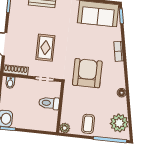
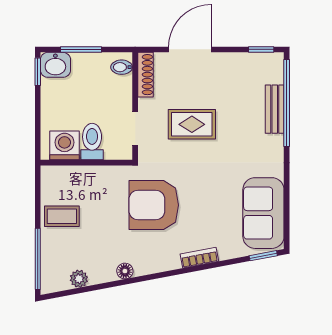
armchair: (87, 73) -> (154, 205), turned 180
washing machine: (50, 118) -> (64, 145), added
plant: (119, 123) -> (79, 279), width x0.53, depth x0.53
plant: (65, 128) -> (50, 175), removed

